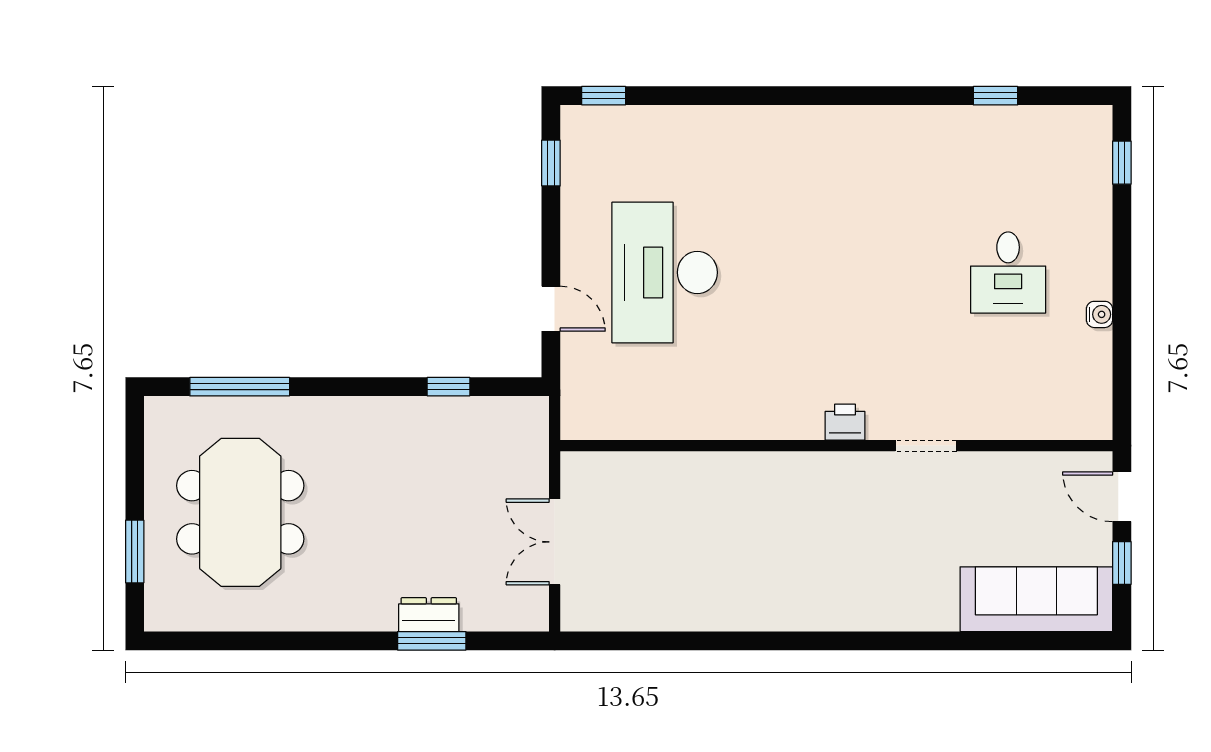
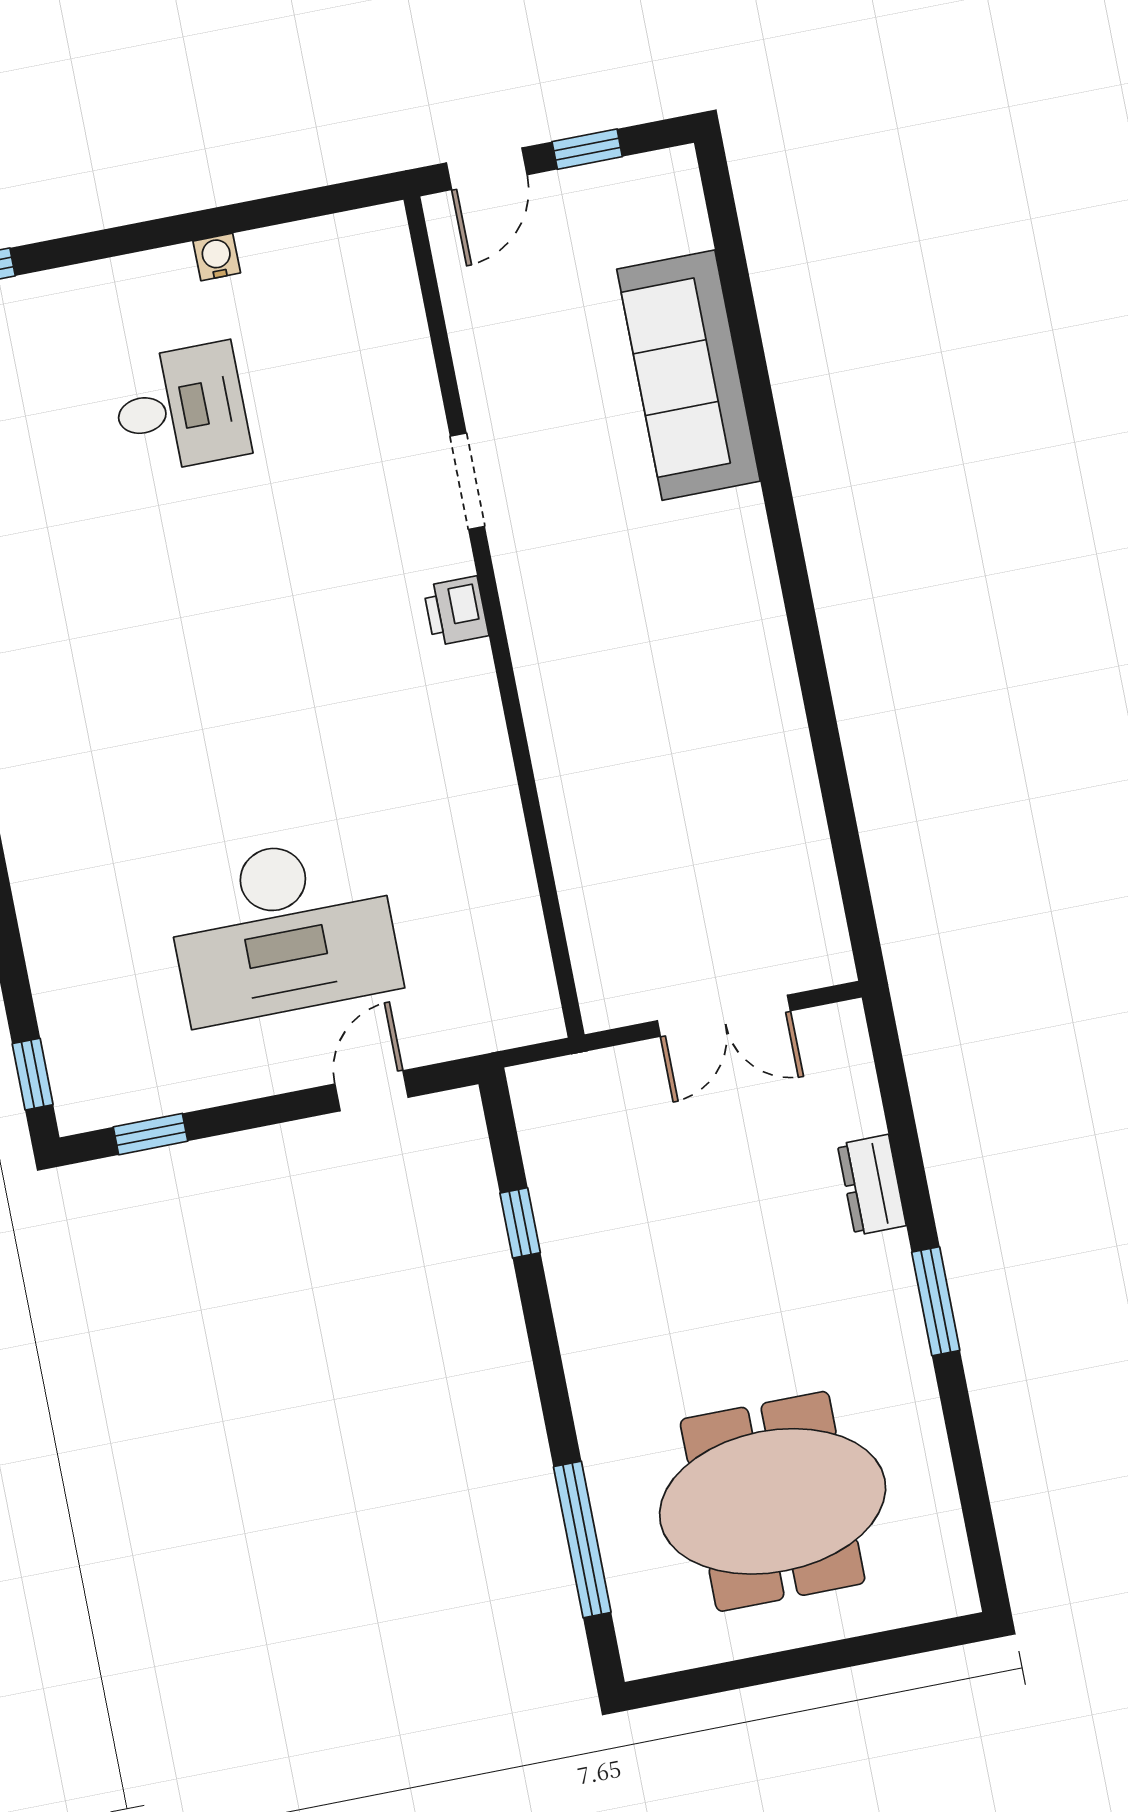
window: (135, 551) -> (863, 1650), removed
sofa: (1036, 599) -> (689, 375), moved
window: (432, 641) -> (936, 1301), moved

